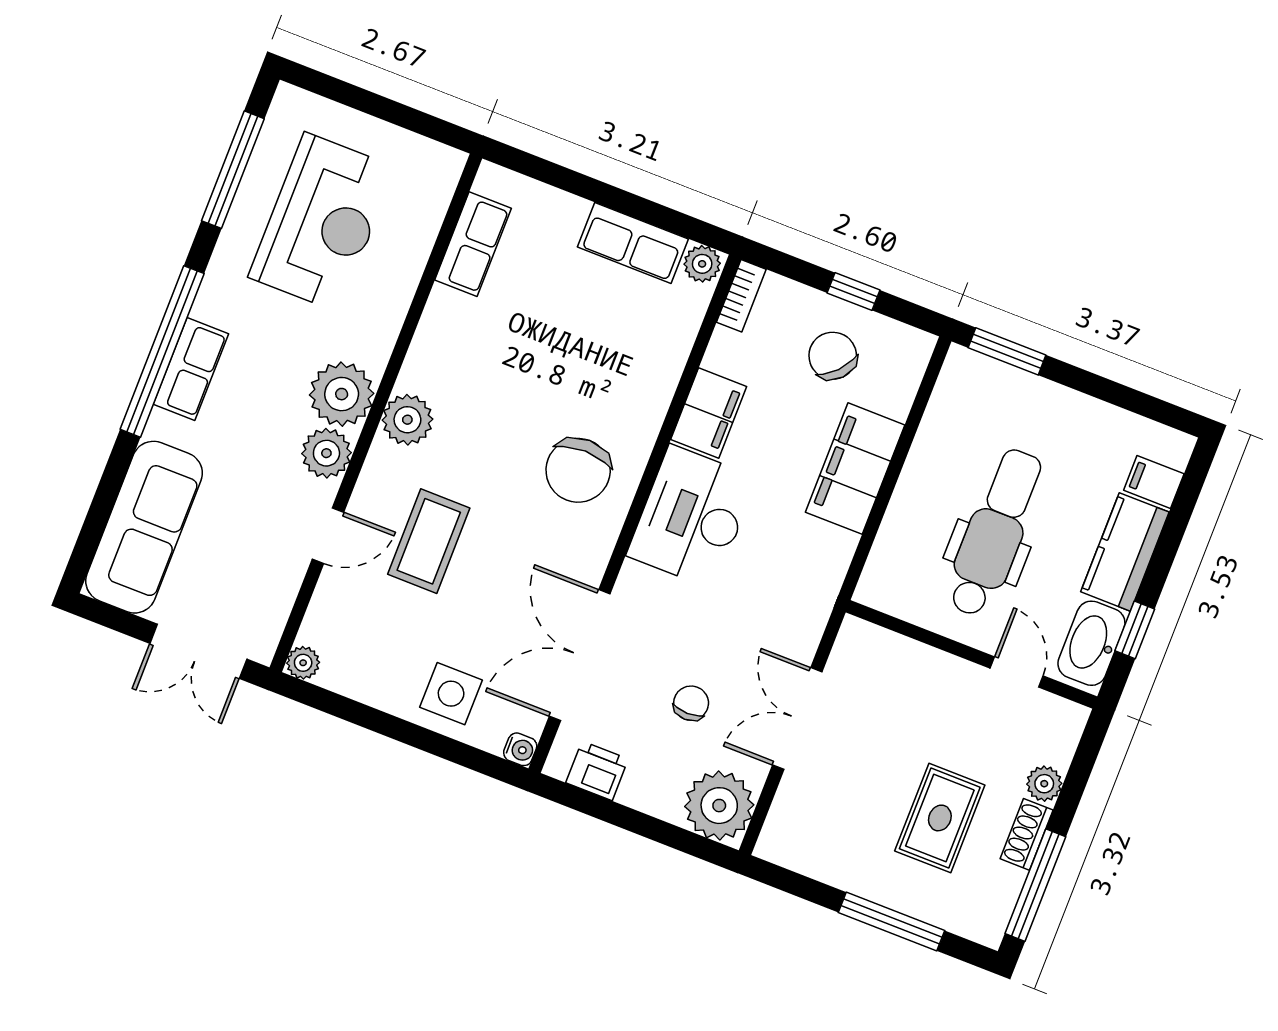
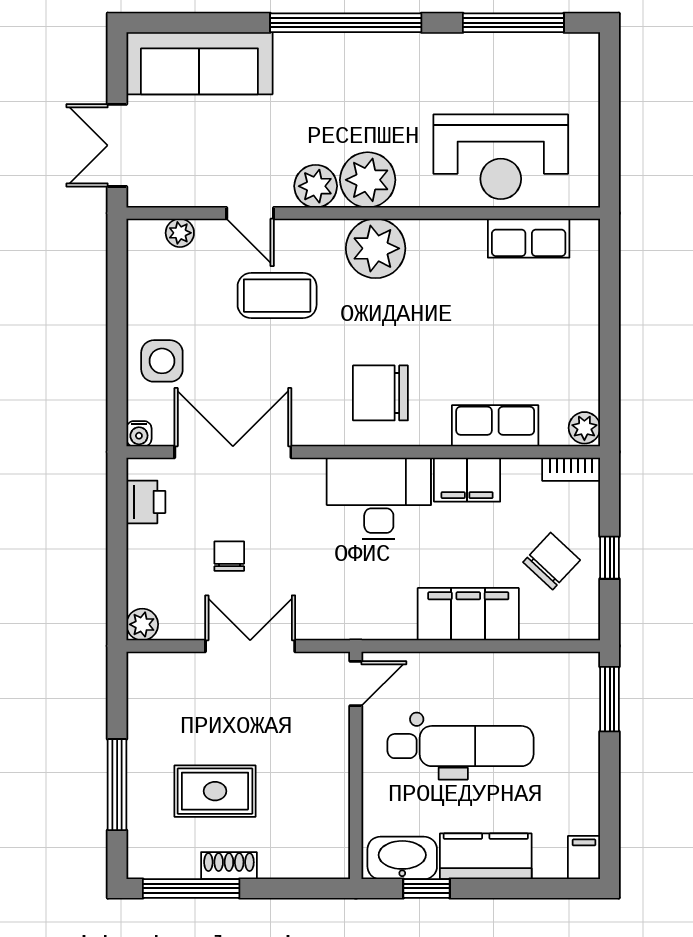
reception desk: (322, 222) -> (501, 157), moved
row of seats: (633, 243) -> (495, 426), moved, turned 90
row of seats: (191, 369) -> (341, 51), removed
plant: (407, 420) -> (376, 248), width x1.36, depth x1.36
filing cabinet: (1154, 482) -> (584, 858), moved
plant: (303, 663) -> (180, 233), moved
door: (1017, 672) -> (356, 683), moved
chair: (691, 703) -> (229, 556), turned -90
plant: (1044, 784) -> (275, 864), removed
plant: (719, 806) -> (142, 624), width x0.53, depth x0.53

